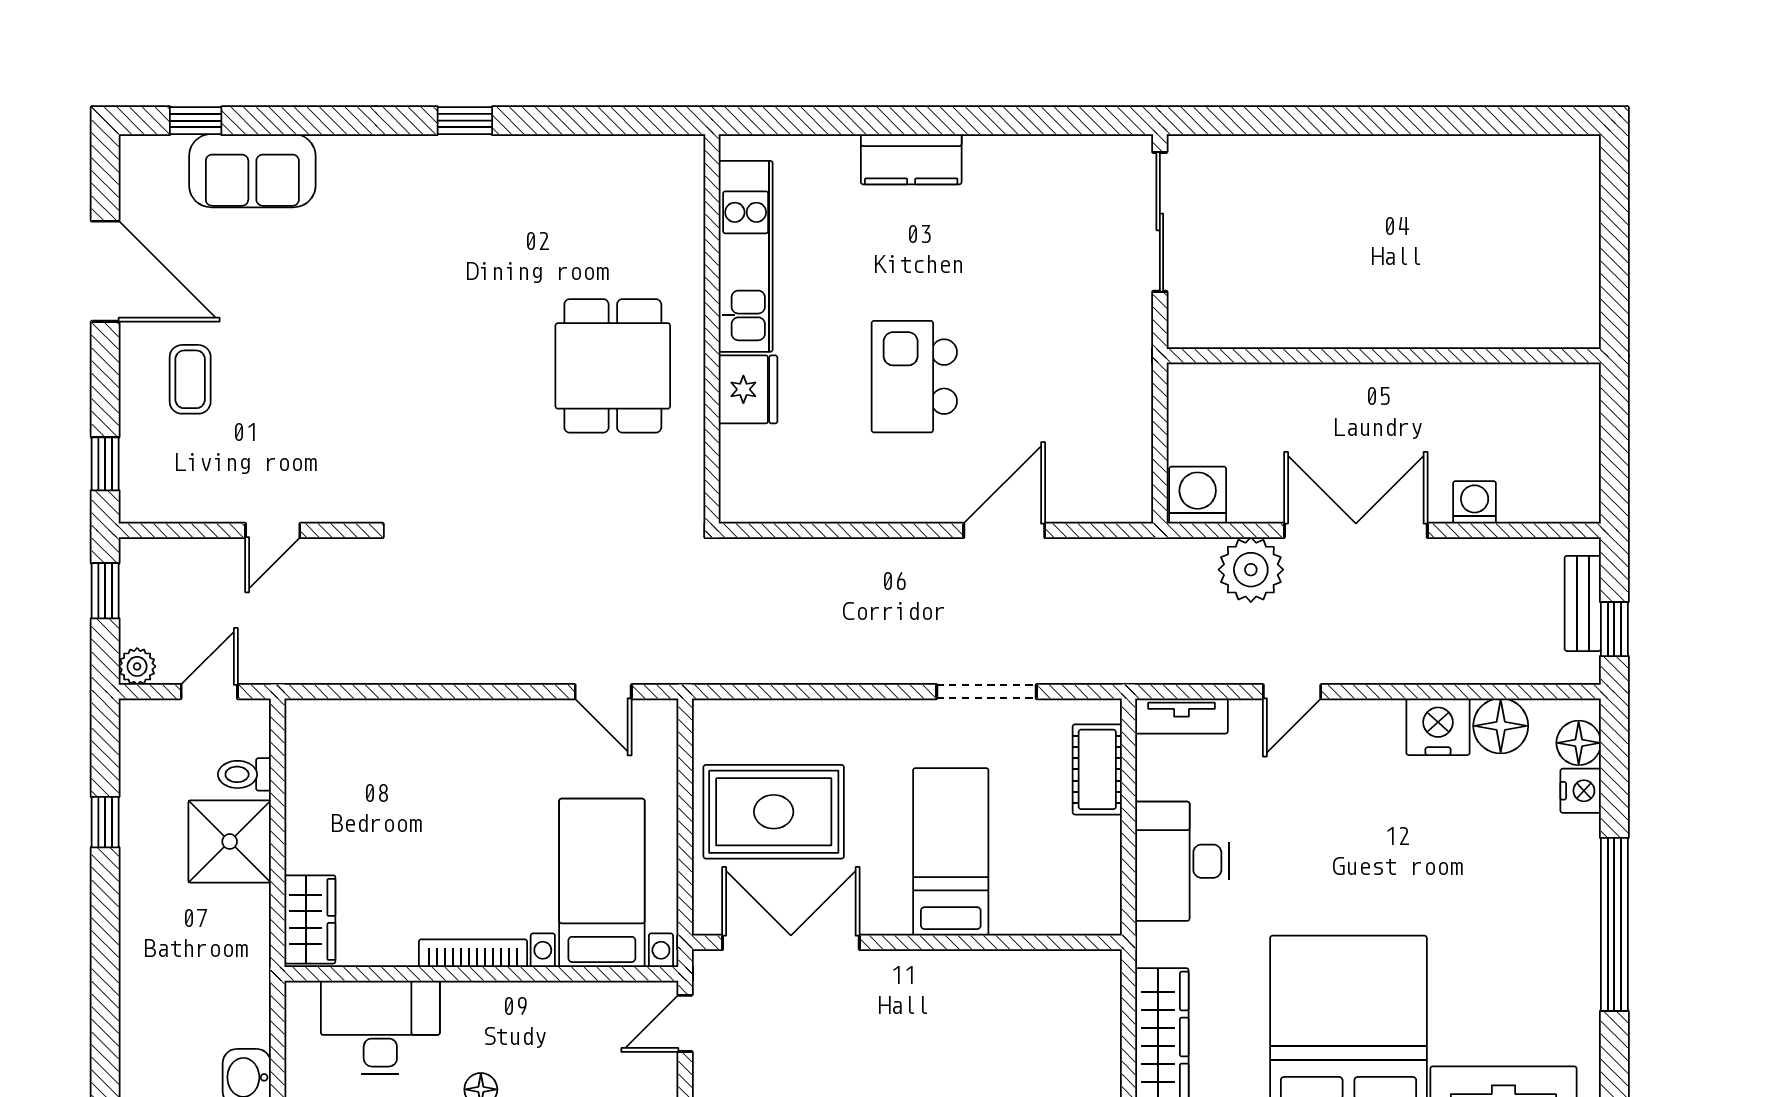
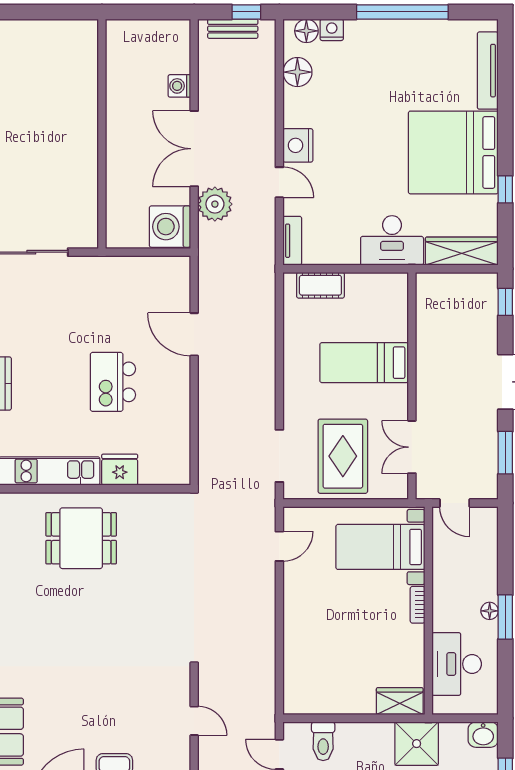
dining table: (613, 366) -> (81, 538), moved
kitchen island: (914, 377) -> (113, 382), turned 90
washing machine: (1198, 495) -> (170, 227), width x1.37, depth x1.37
doorway: (987, 692) -> (279, 456), moved
nightstand: (1438, 727) -> (298, 145), moved
toilet: (244, 774) -> (323, 741), width x1.37, depth x1.39
shower: (230, 842) -> (417, 744), moved
desk: (1182, 861) -> (392, 240), moved
double door: (791, 942) -> (412, 447), width x0.73
bookcase: (473, 953) -> (418, 605), width x0.64

